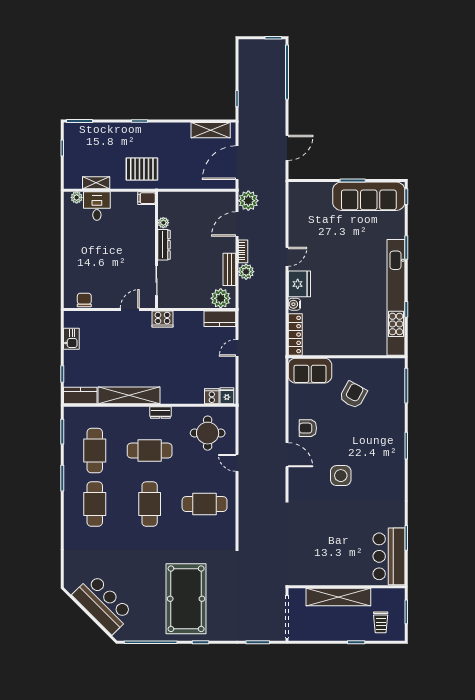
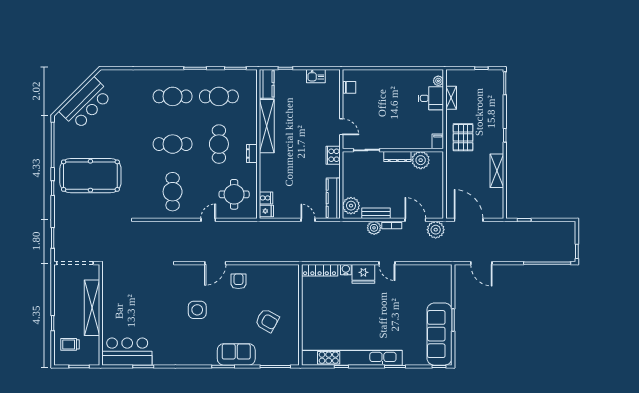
shelving: (211, 130) -> (497, 171), moved
plant: (163, 223) -> (421, 160), width x1.87, depth x1.87
kitchen counter: (220, 319) -> (333, 198), width x1.50
sofa: (310, 371) -> (236, 354), moved, turned 90

